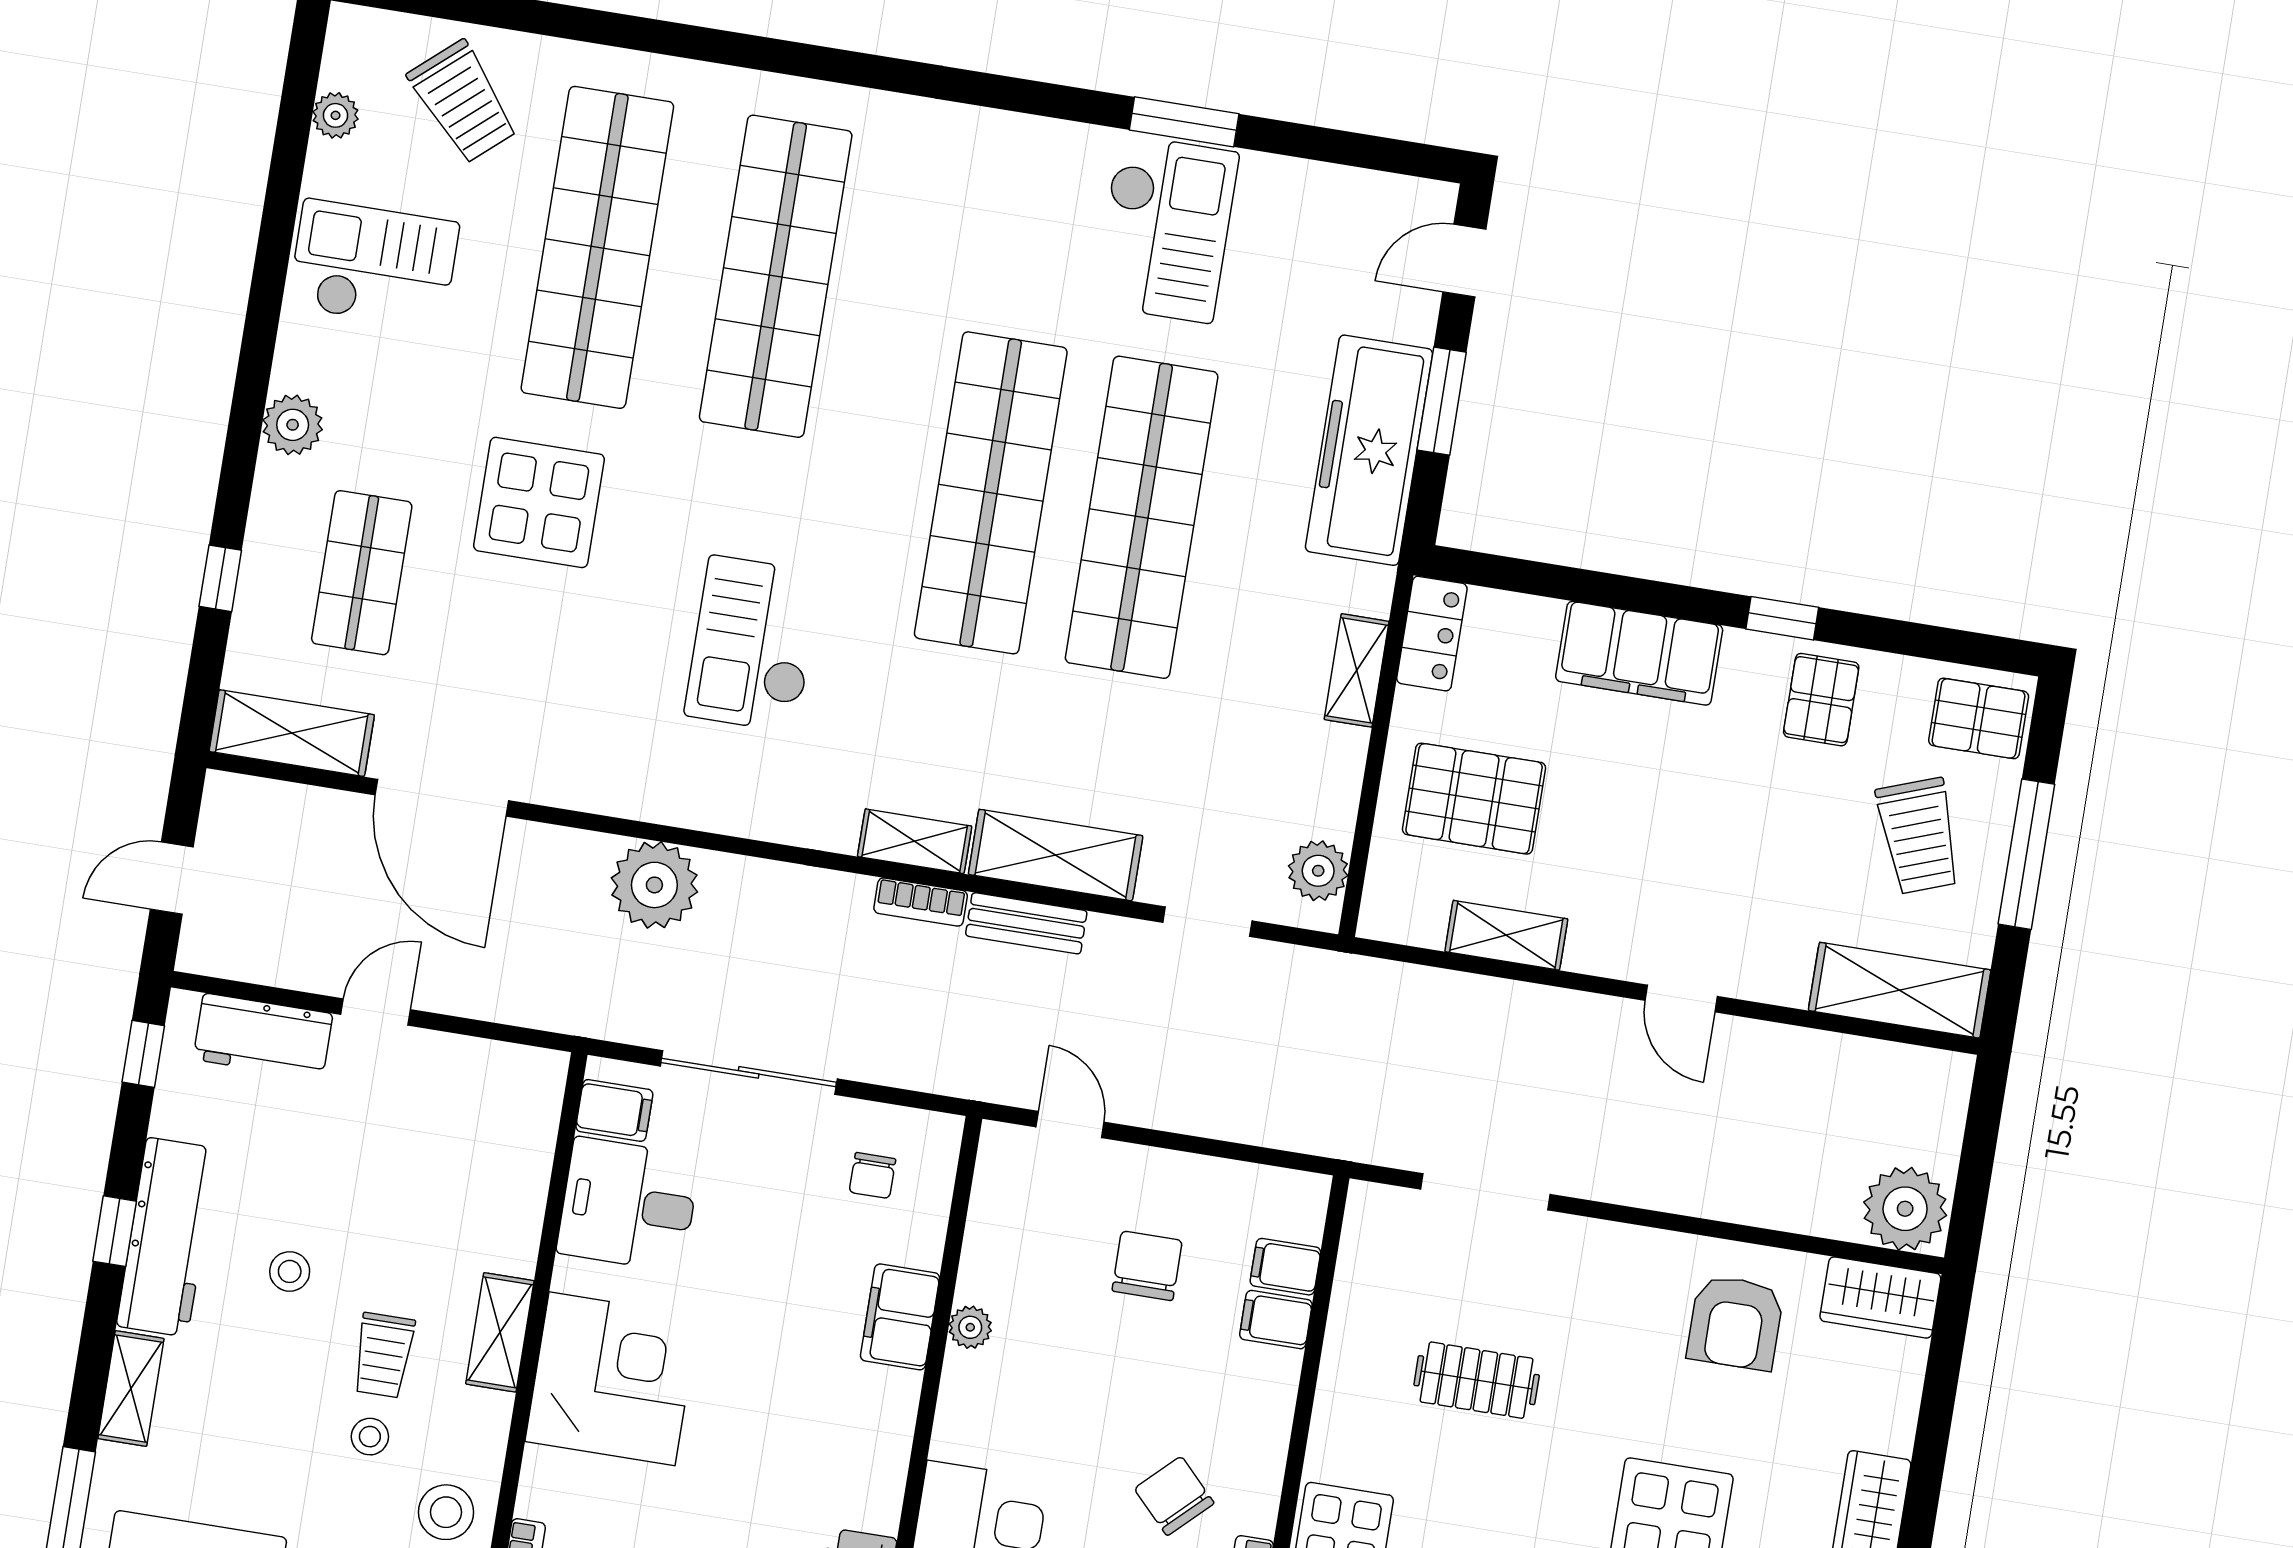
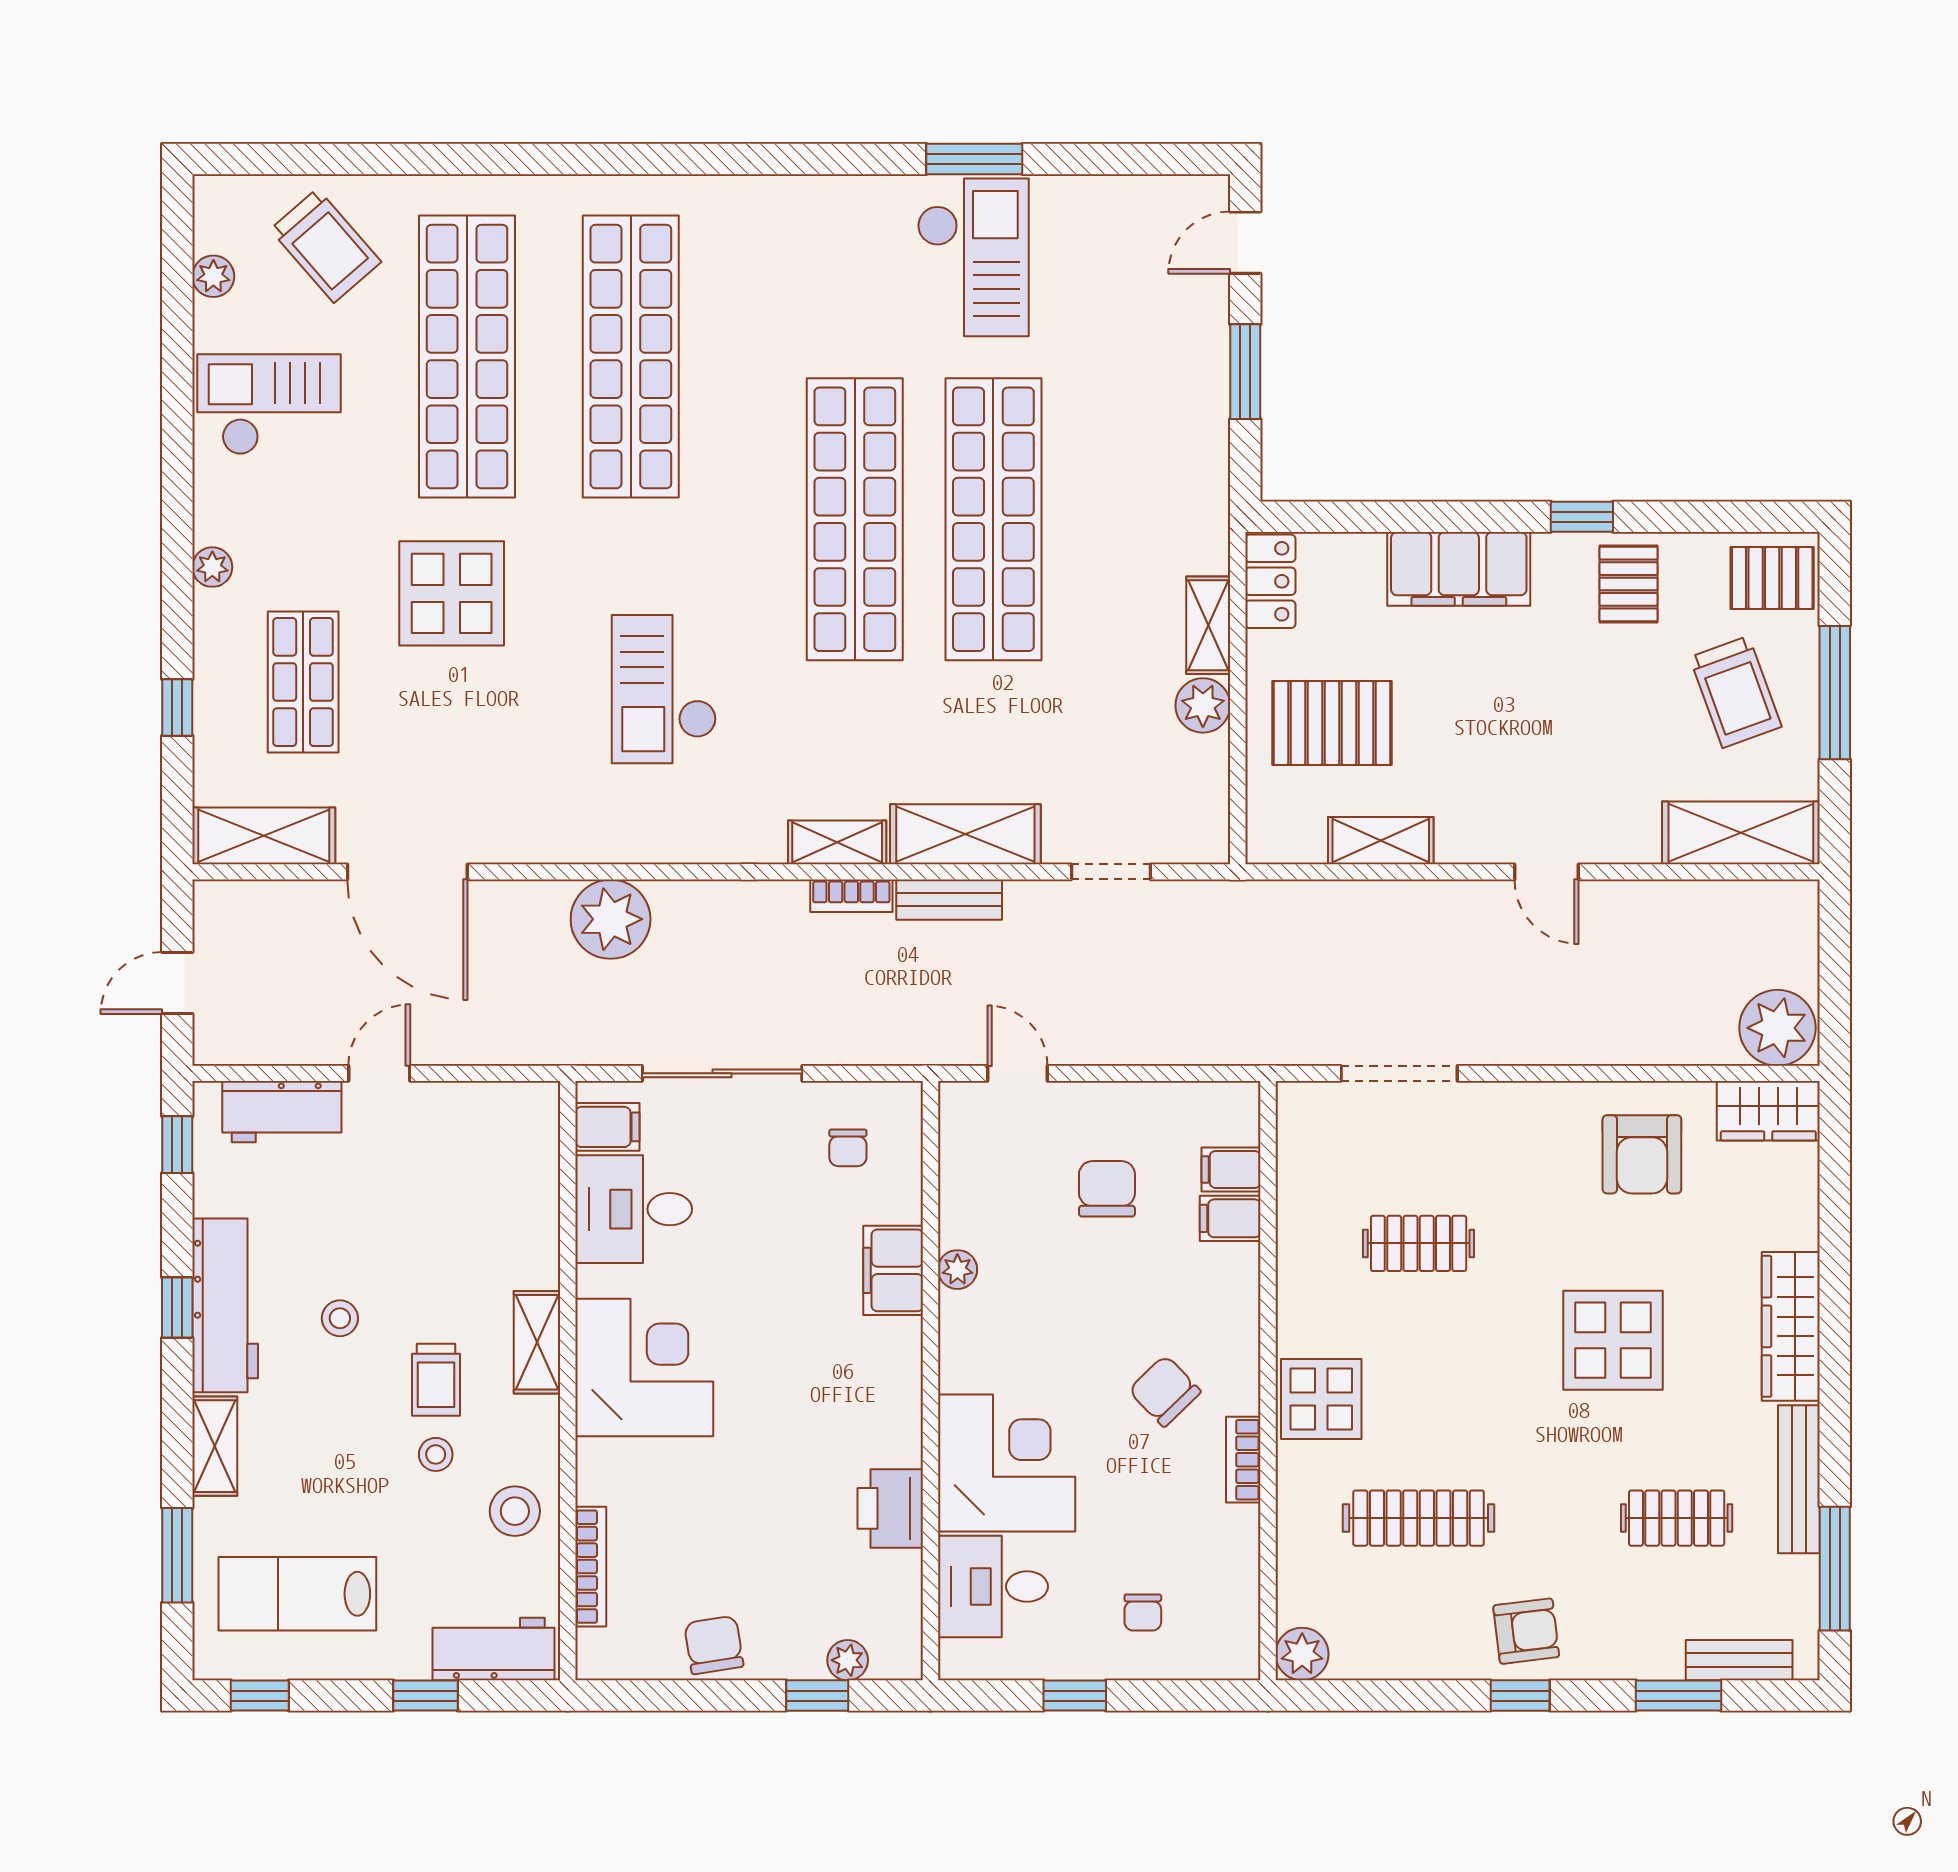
plant: (293, 425) -> (212, 567), width x0.73, depth x0.73
freezer: (1369, 450) -> (1187, 426), removed
plant: (1318, 871) -> (1203, 705), moved

